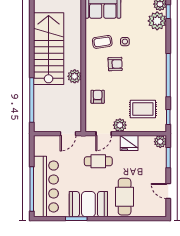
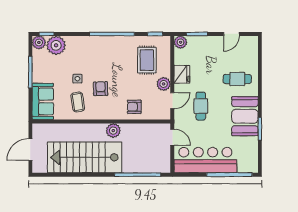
door: (104, 134) -> (172, 101), hinge flipped
bar counter: (46, 186) -> (205, 160), moved
cafe table: (125, 197) -> (237, 79), width x0.73, depth x0.74

